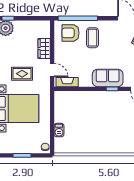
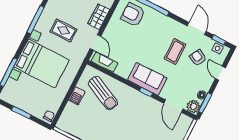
coffee table: (92, 38) -> (175, 51), moved
sun lounger: (78, 107) -> (103, 93), added
barbecue: (59, 130) -> (77, 96), moved

